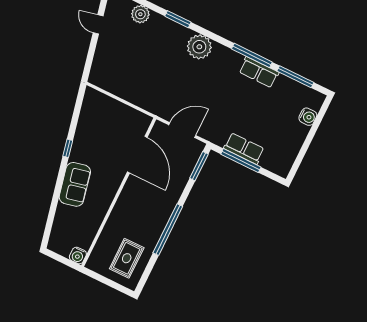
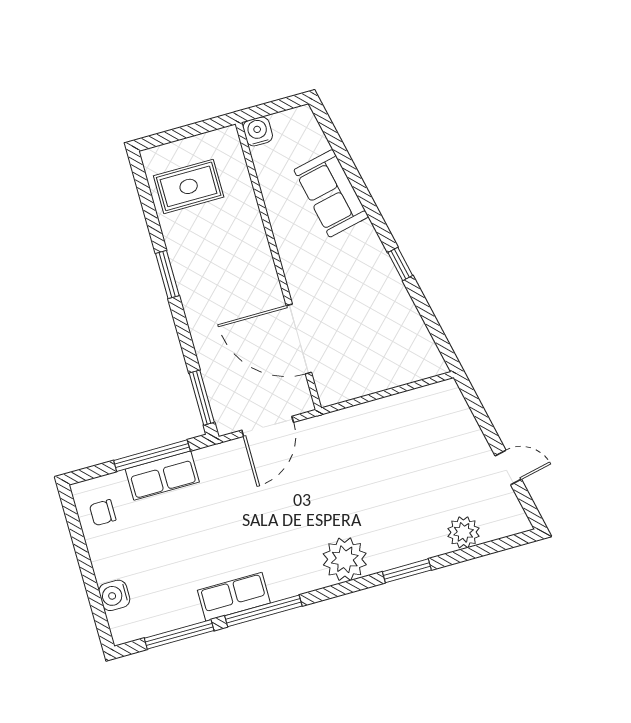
chair: (282, 155) -> (103, 513), added
sofa: (75, 184) -> (331, 193), moved
window: (168, 230) -> (167, 274), width x0.47
rug: (127, 258) -> (189, 186), turned 90

